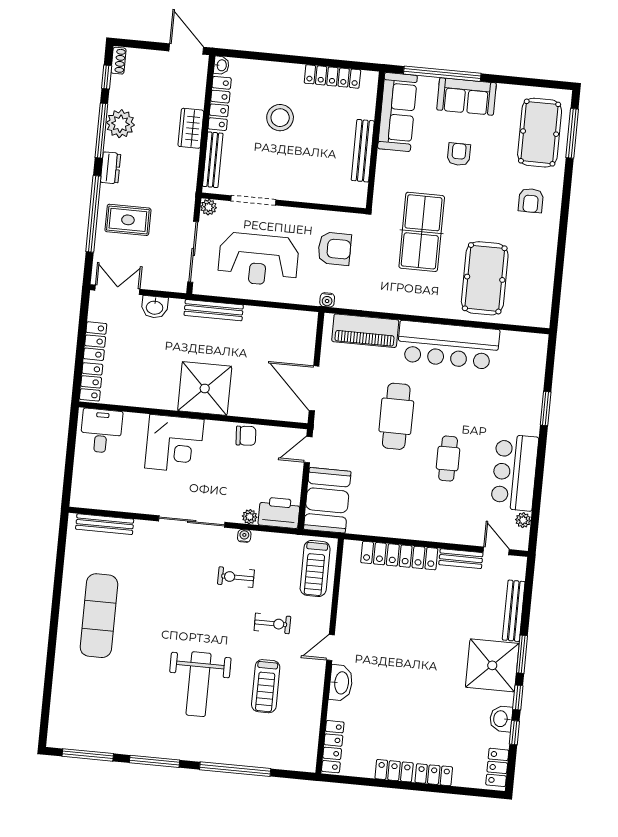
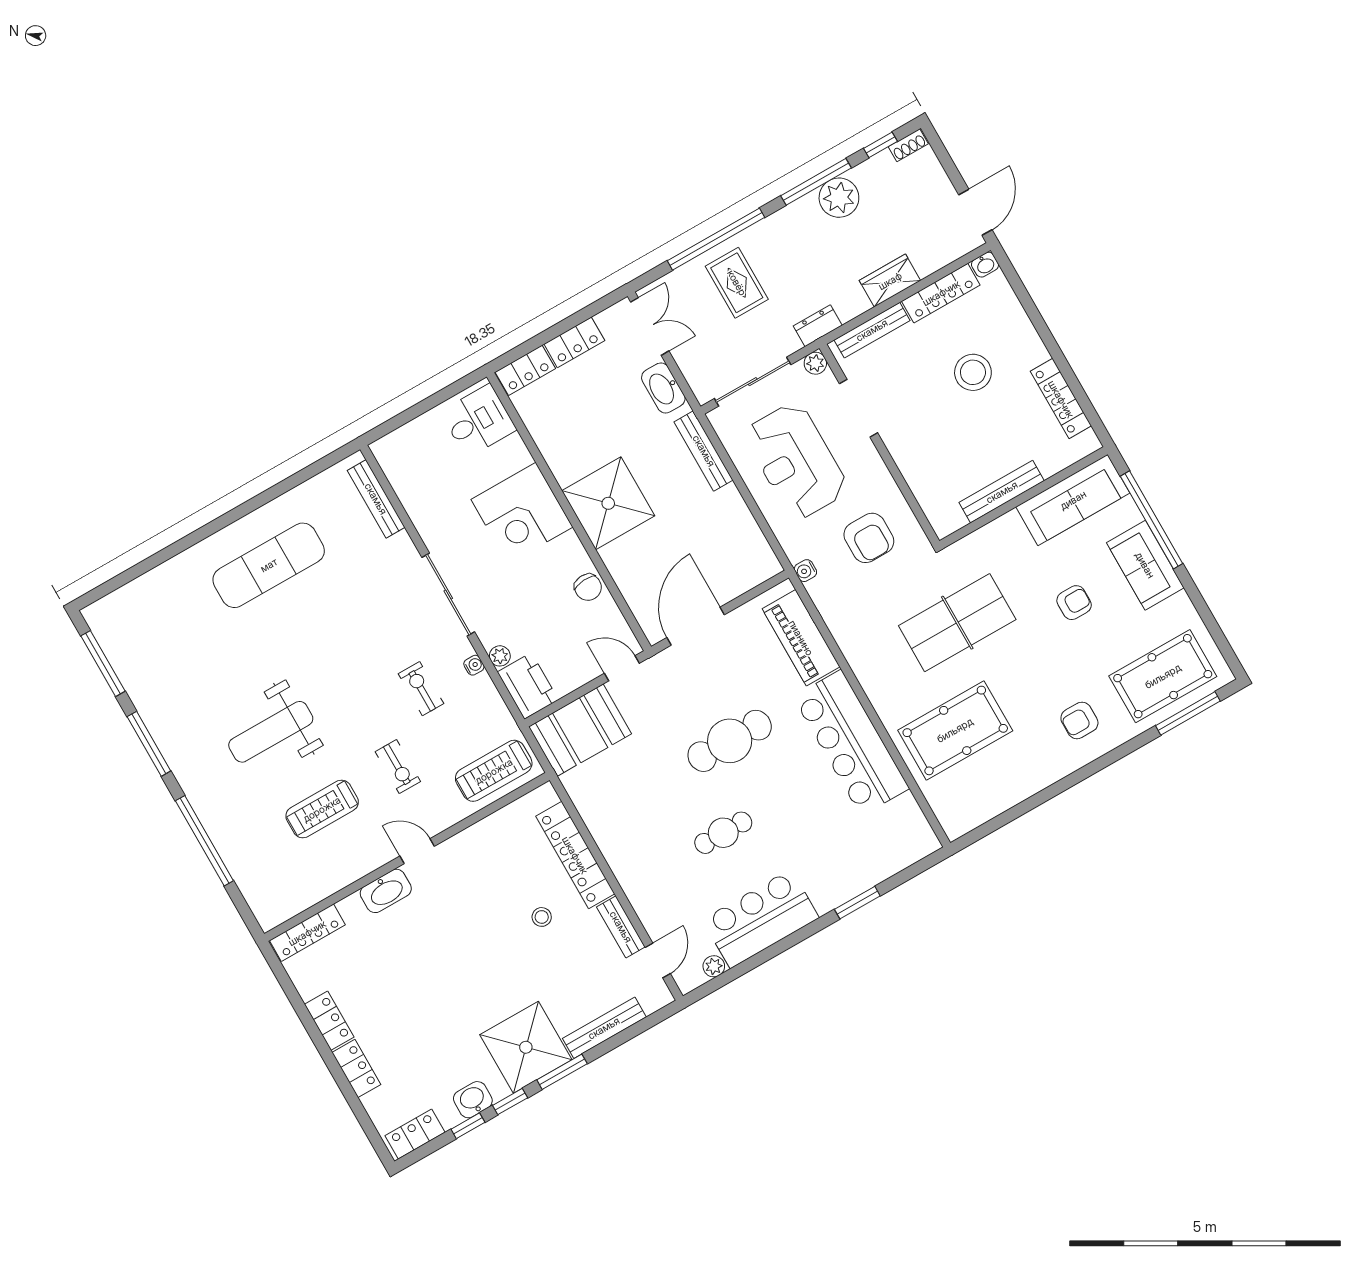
dresser: (111, 168) -> (818, 326), moved, turned 180
washbasin: (155, 307) -> (663, 388), width x1.38
stool: (422, 601) -> (542, 917), added

